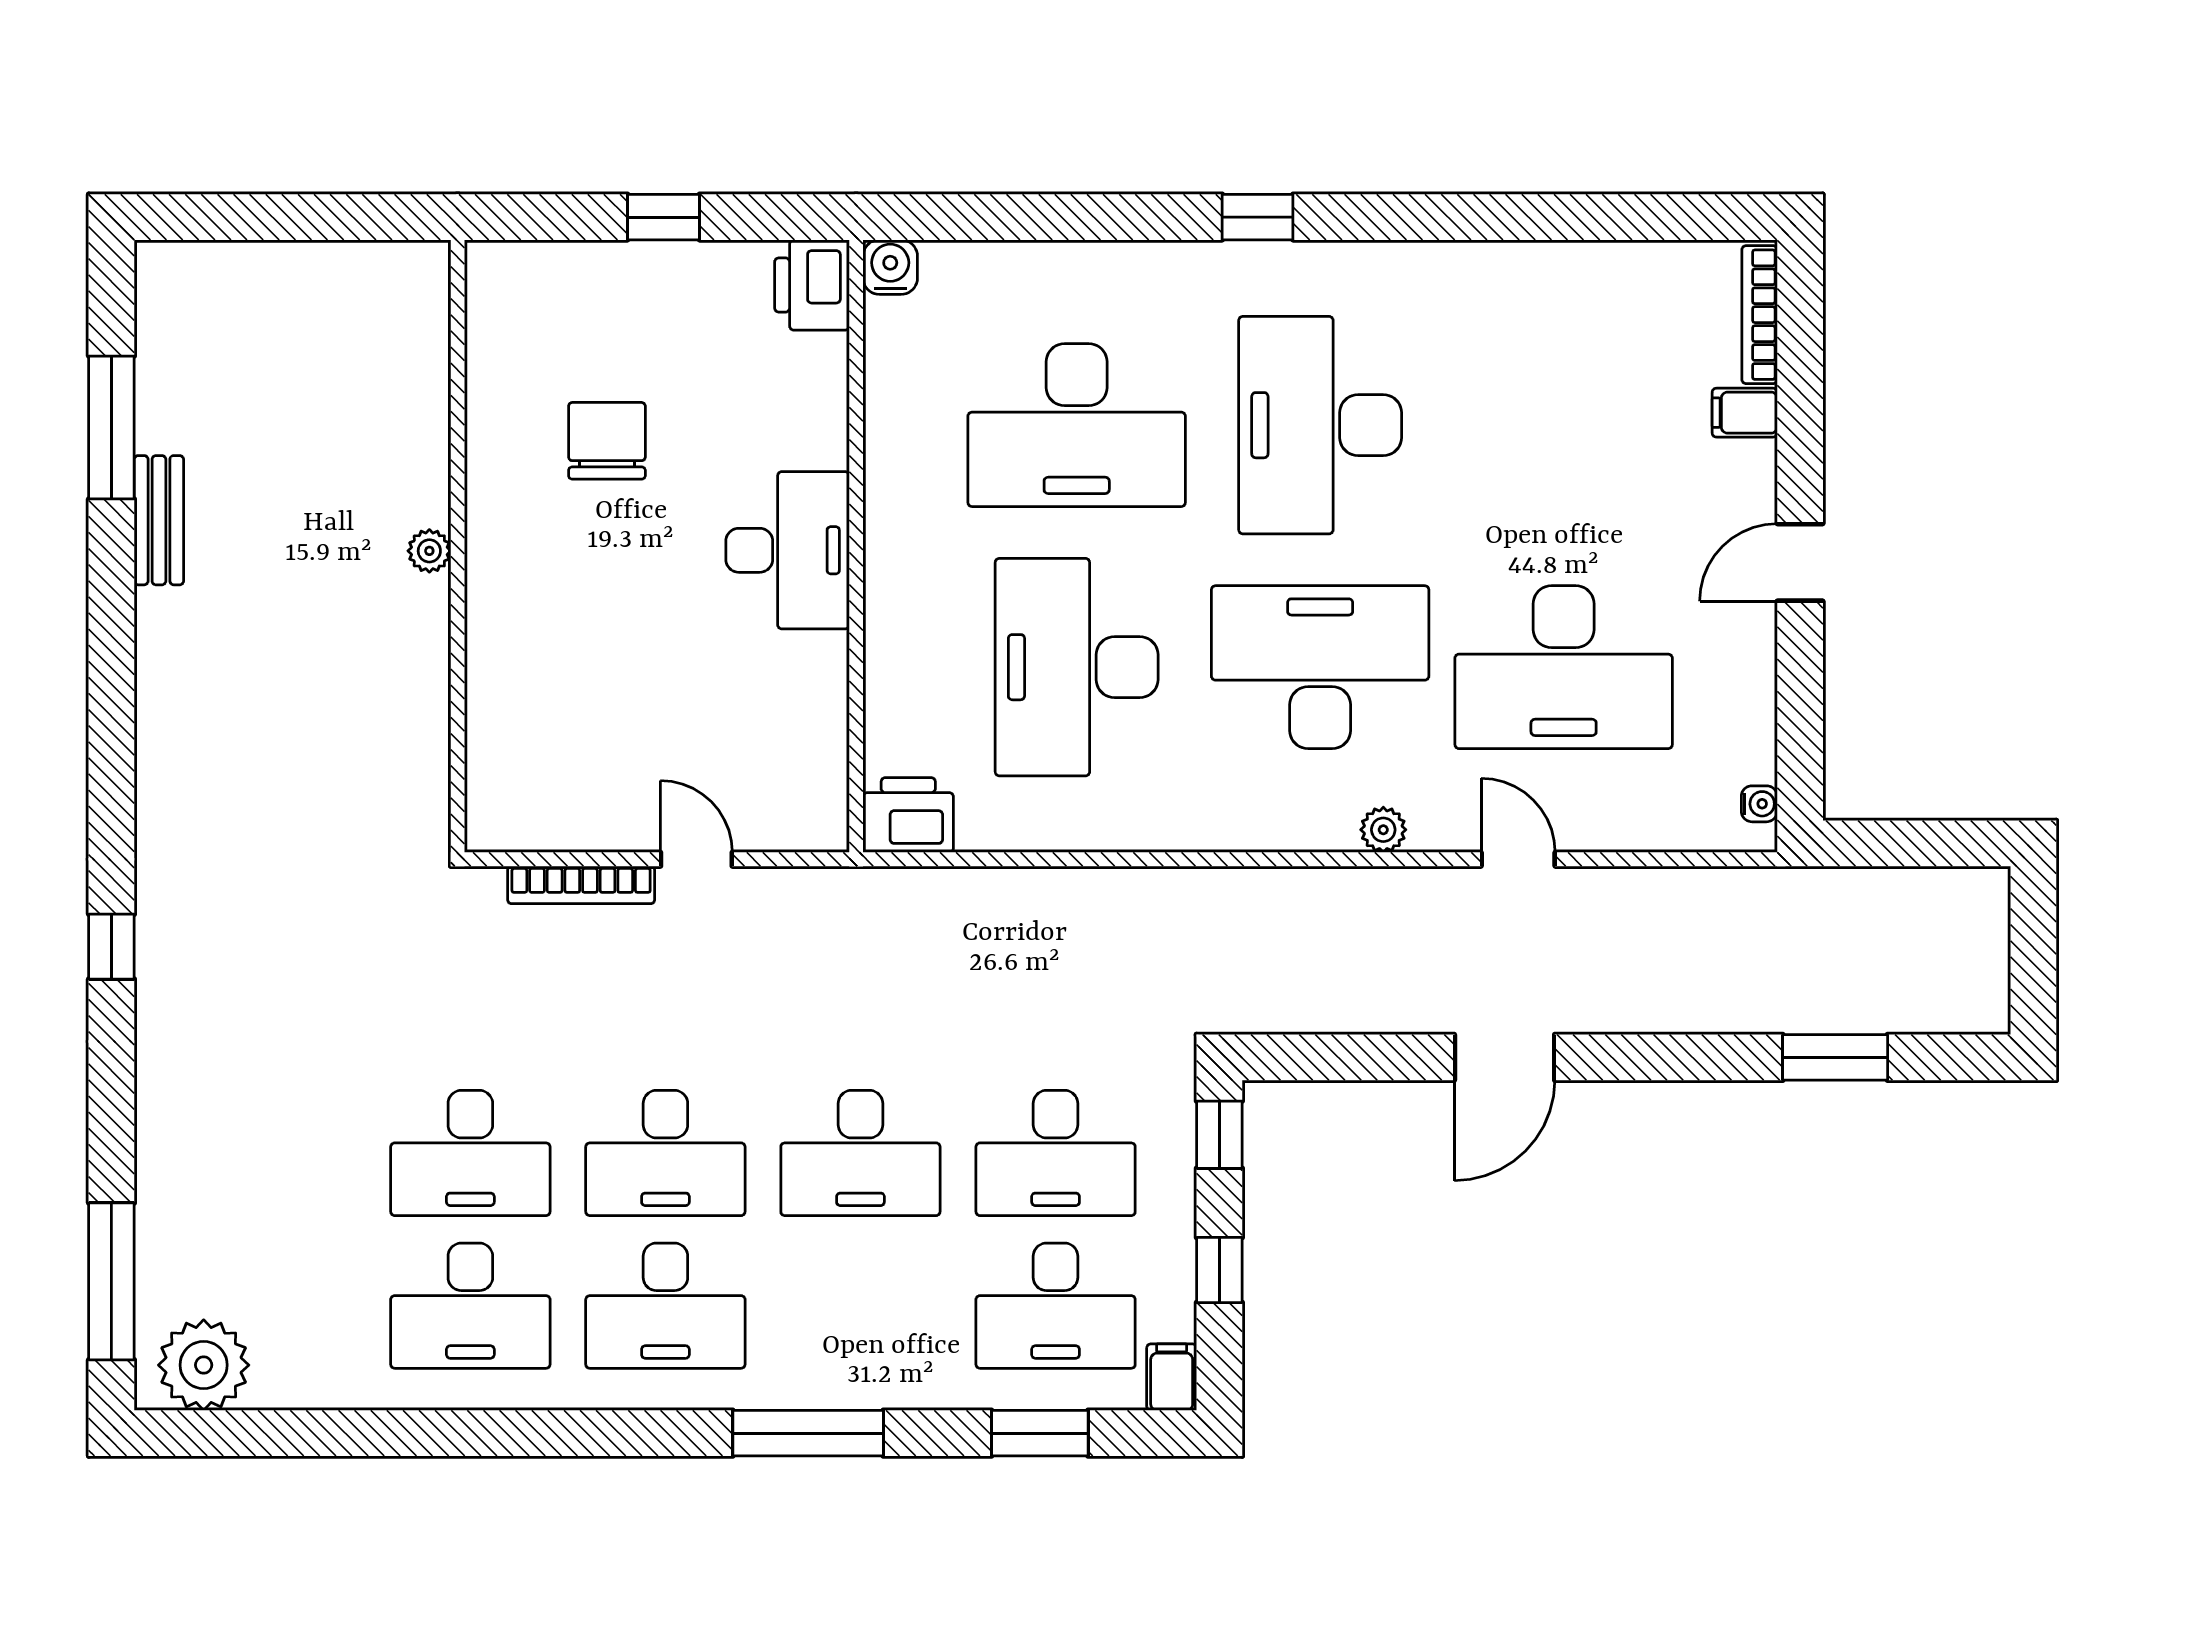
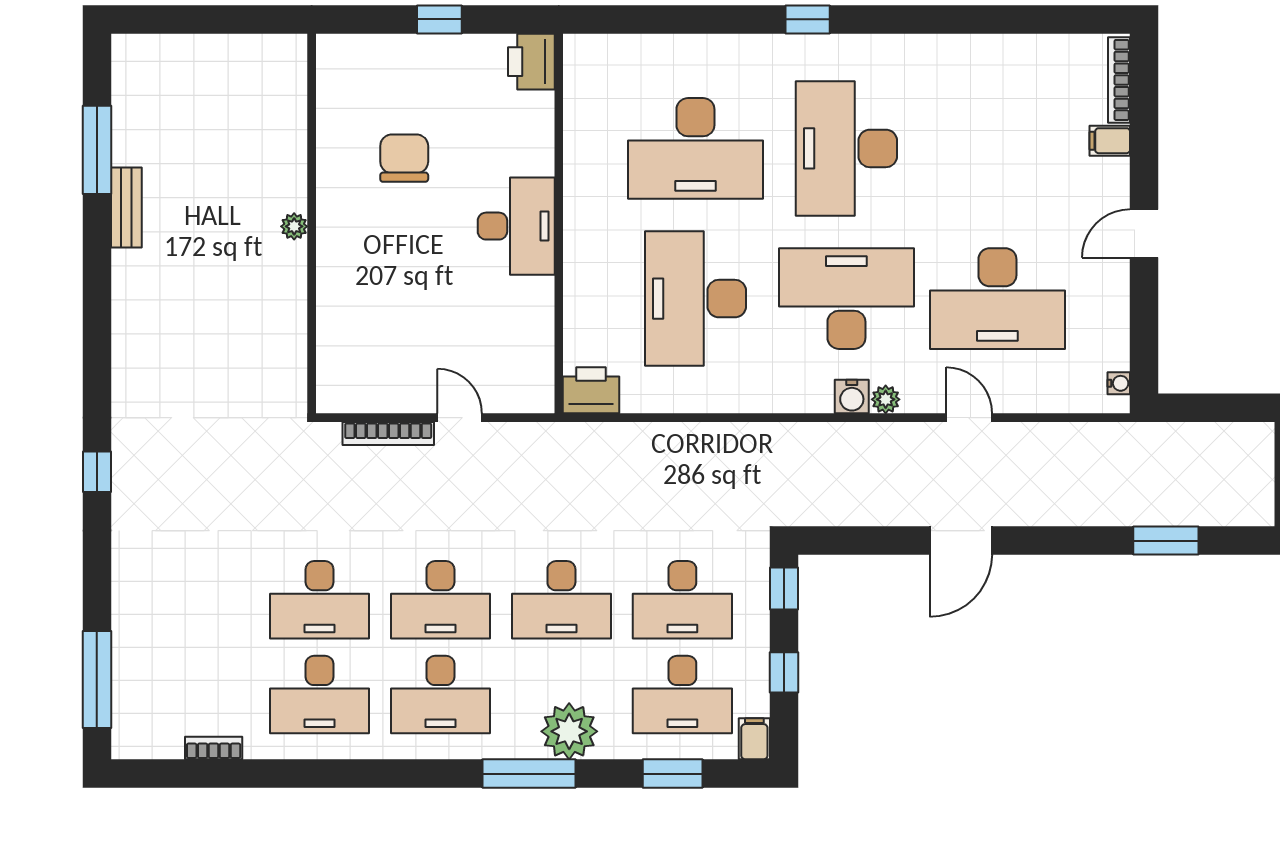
water cooler: (890, 267) -> (852, 397), moved, turned 180
plant: (204, 1365) -> (569, 731), moved
bookcase: (300, 1392) -> (214, 748), added

